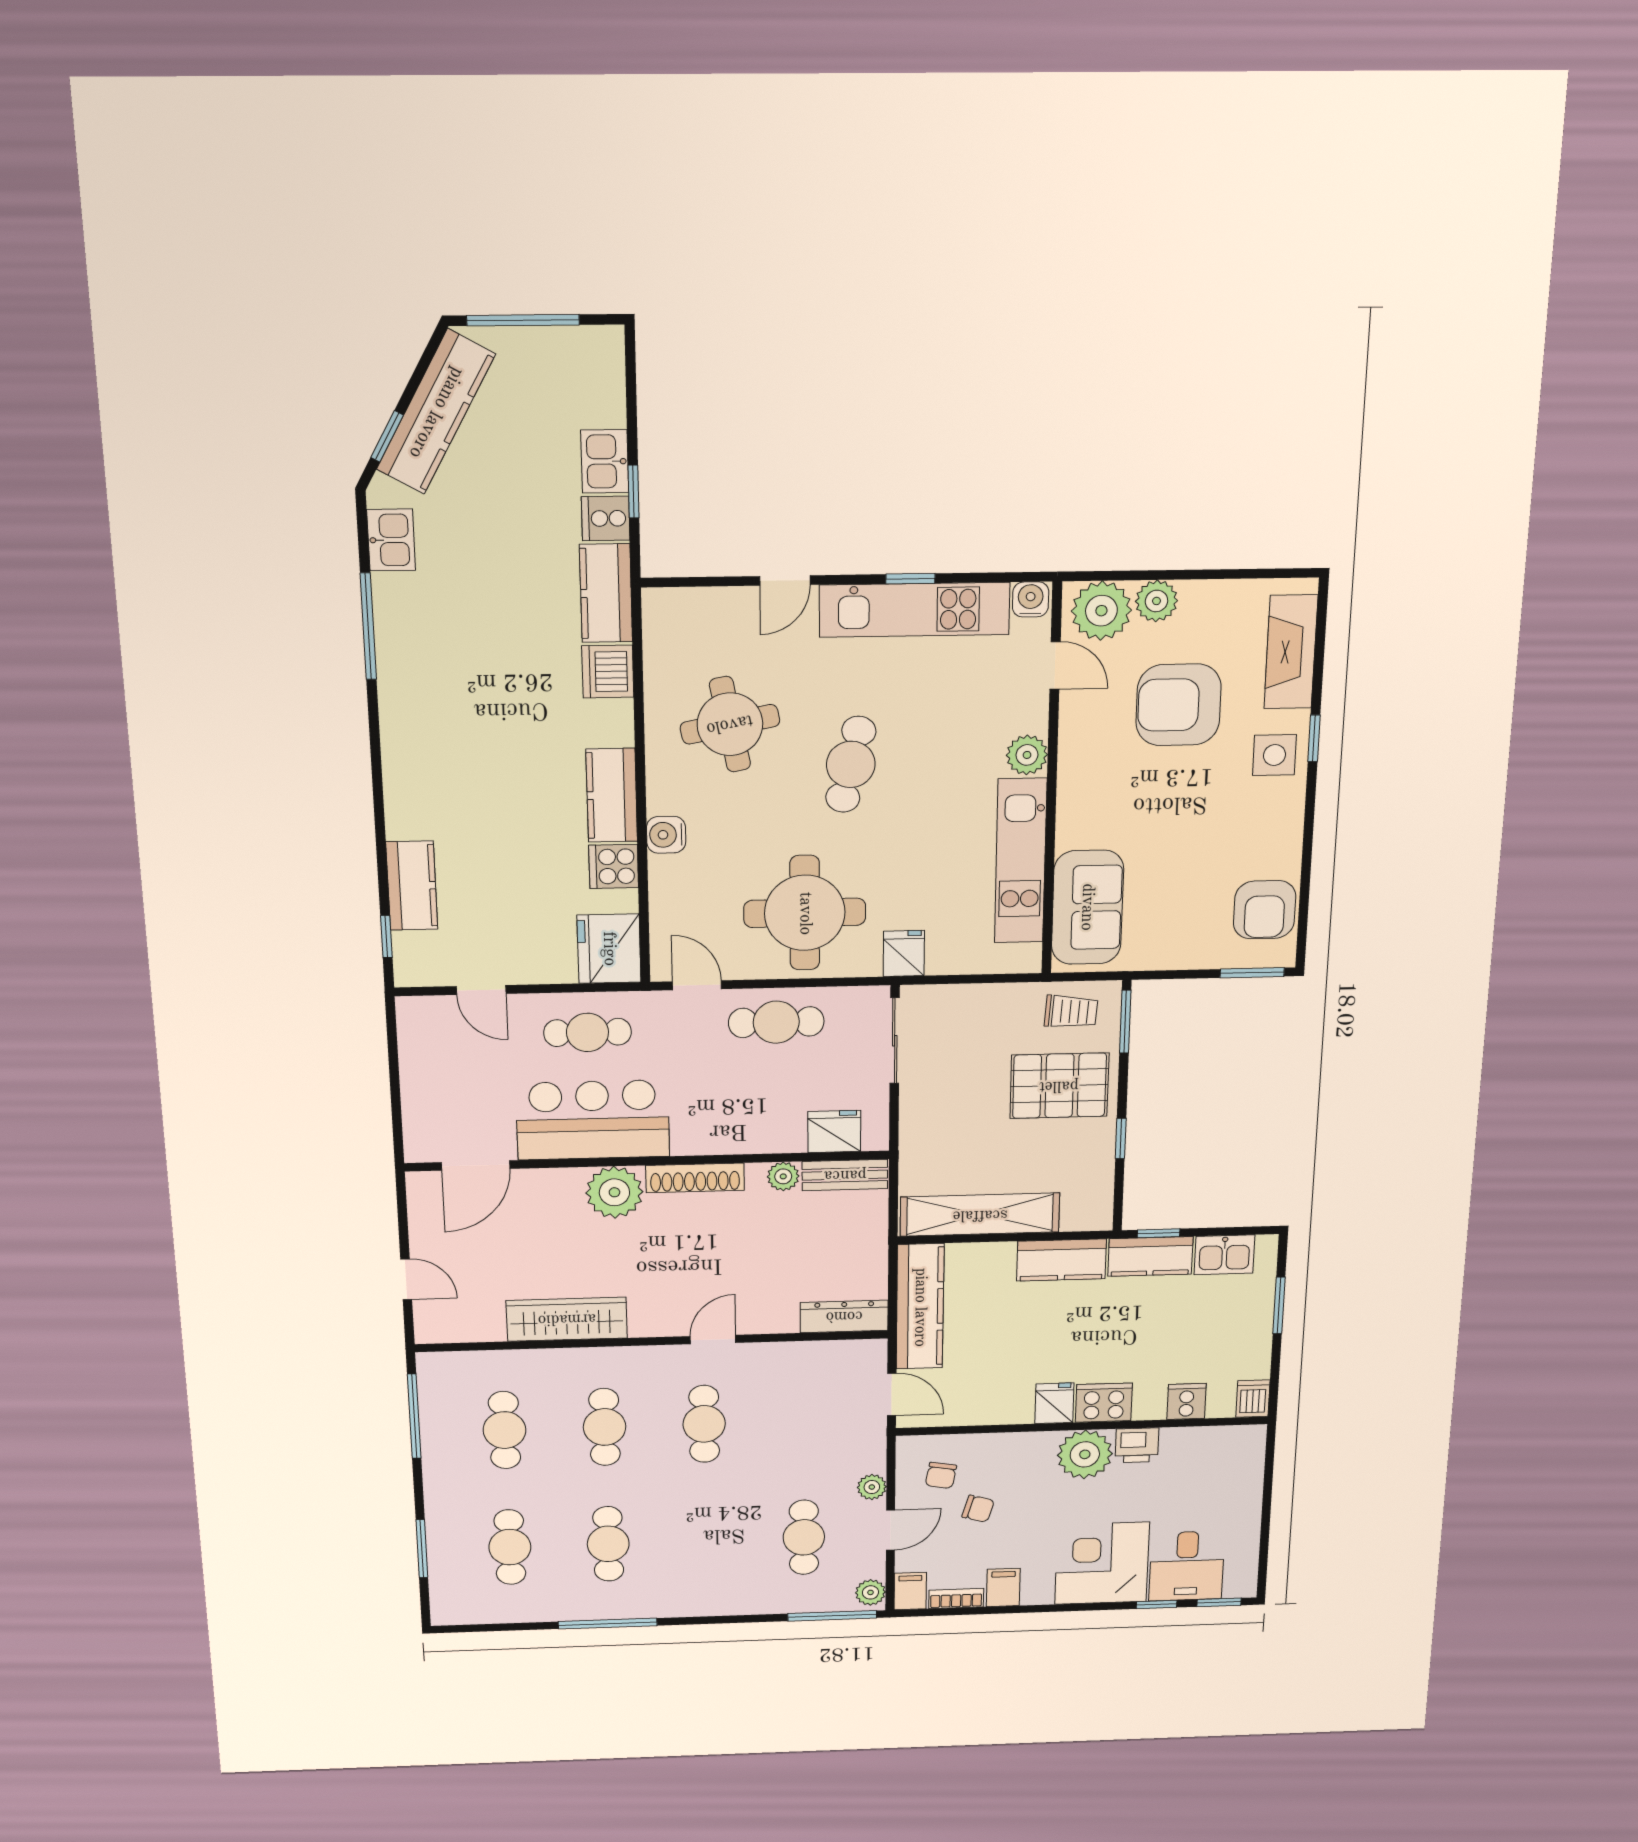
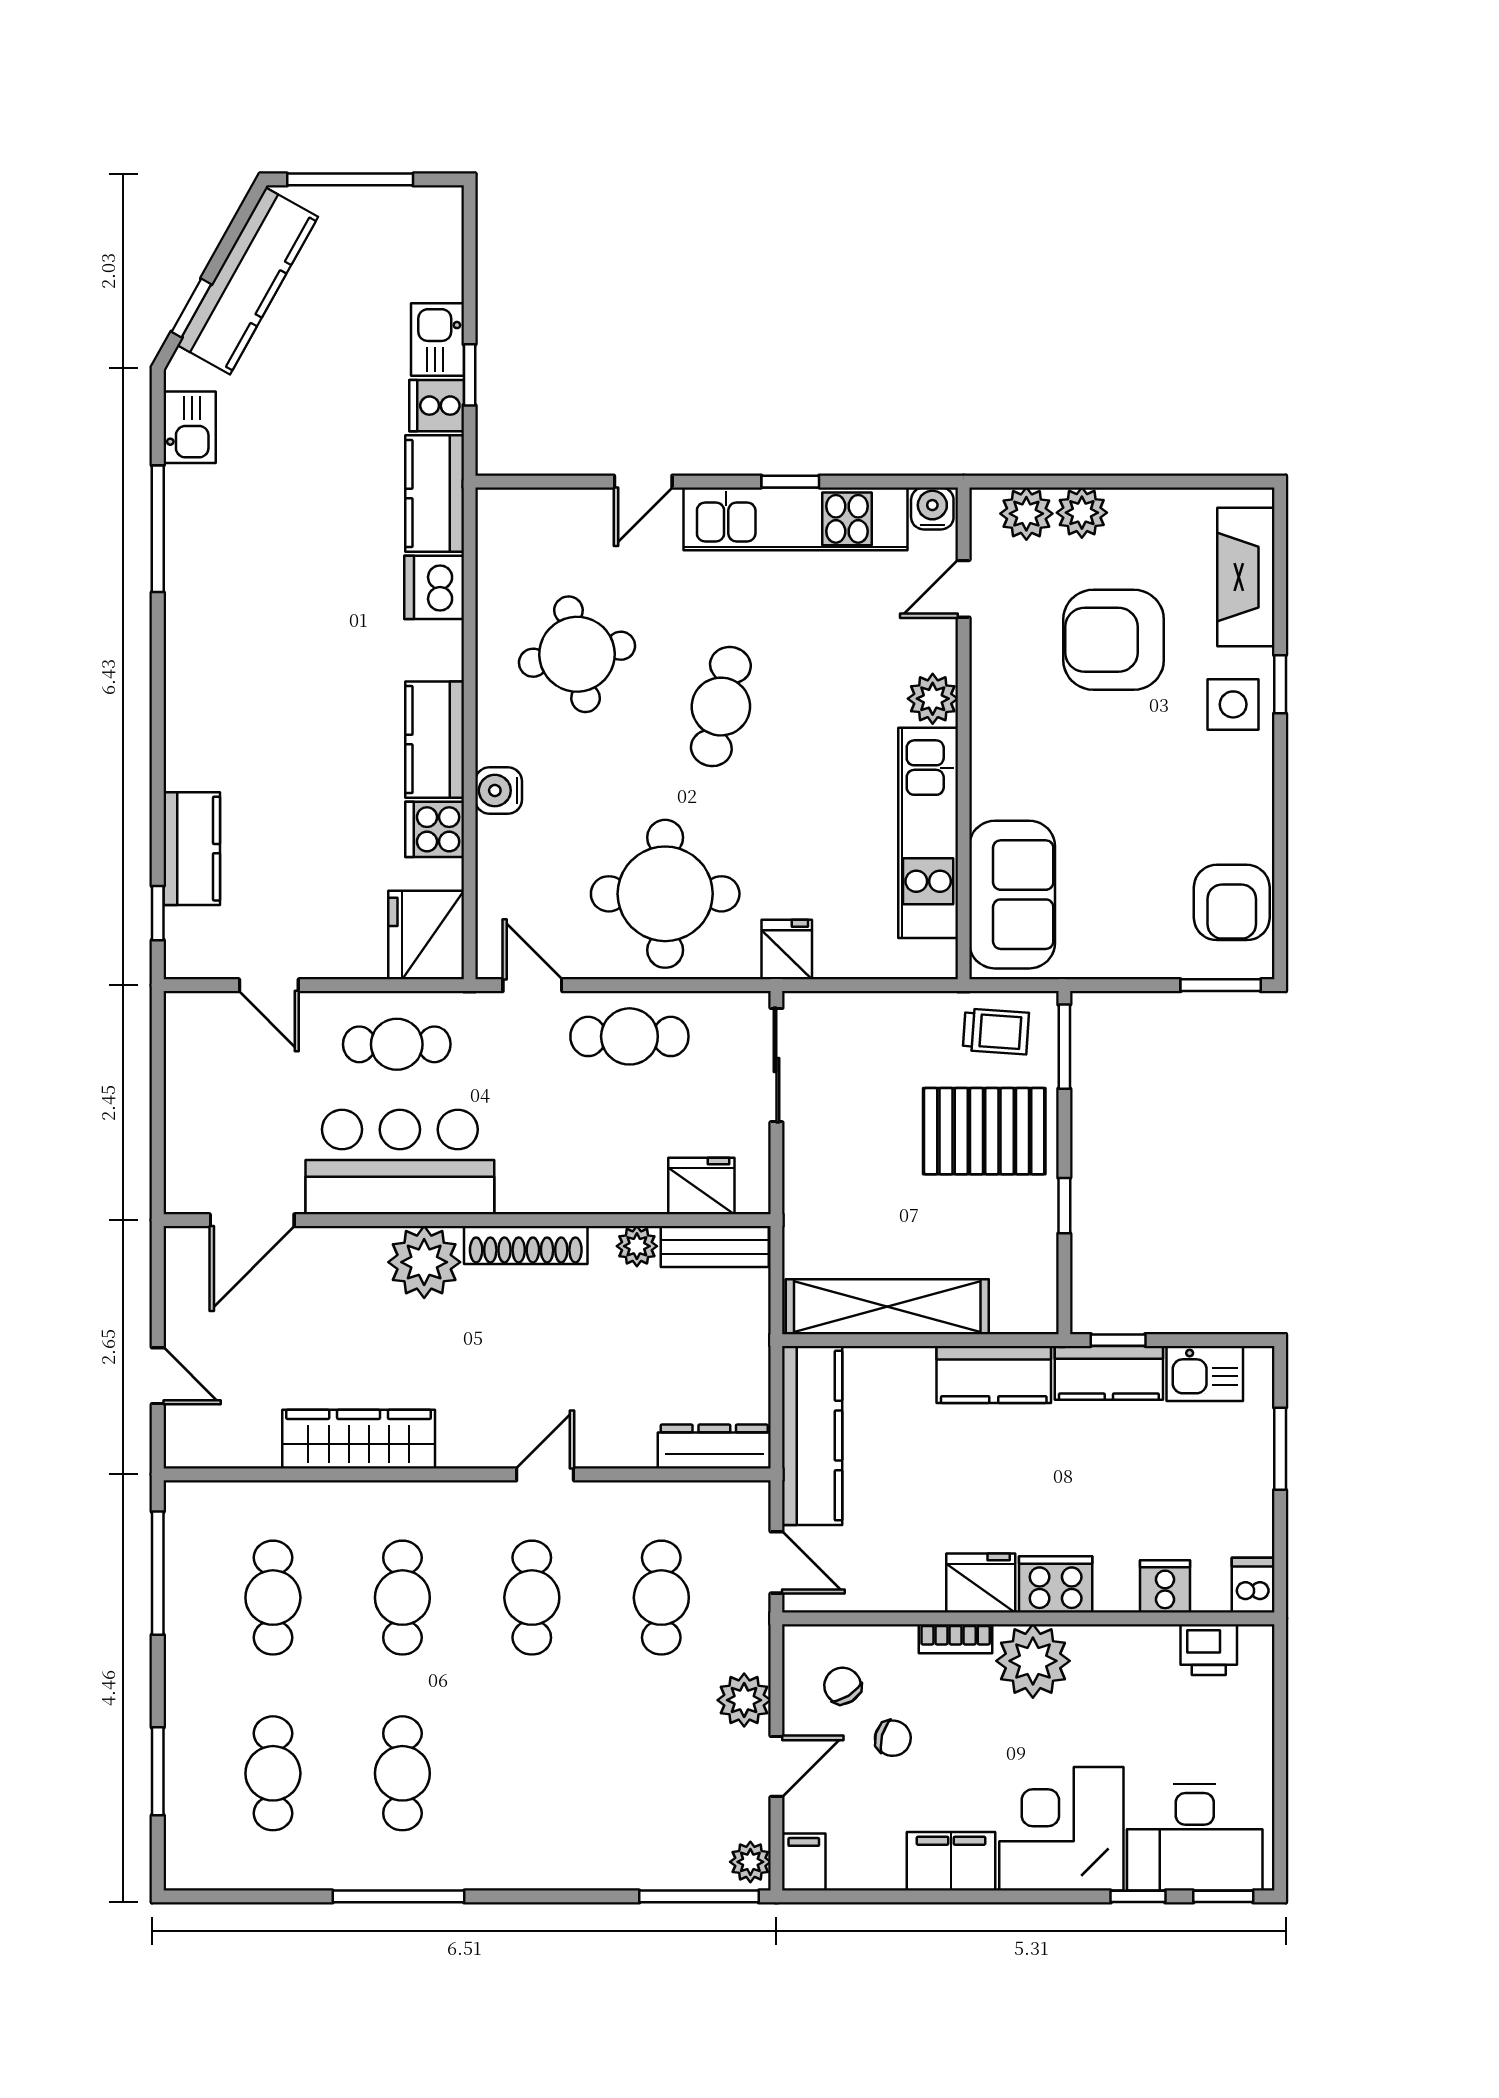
plant: (1101, 611) -> (1026, 514), width x0.73, depth x0.73
door: (1055, 665) -> (964, 589), swing flipped
fridge: (1054, 1403) -> (981, 1583), width x1.38
printer: (1137, 1445) -> (1209, 1650), moved
chair: (941, 1475) -> (843, 1686), turned 138
plant: (872, 1487) -> (744, 1700), width x1.38, depth x1.38
cafe table: (804, 1537) -> (661, 1598), moved
desk: (1187, 1566) -> (1195, 1838), width x1.37
filing cabinet: (1003, 1587) -> (951, 1861), width x2.00
bookcase: (956, 1598) -> (956, 1639), moved, turned 180

